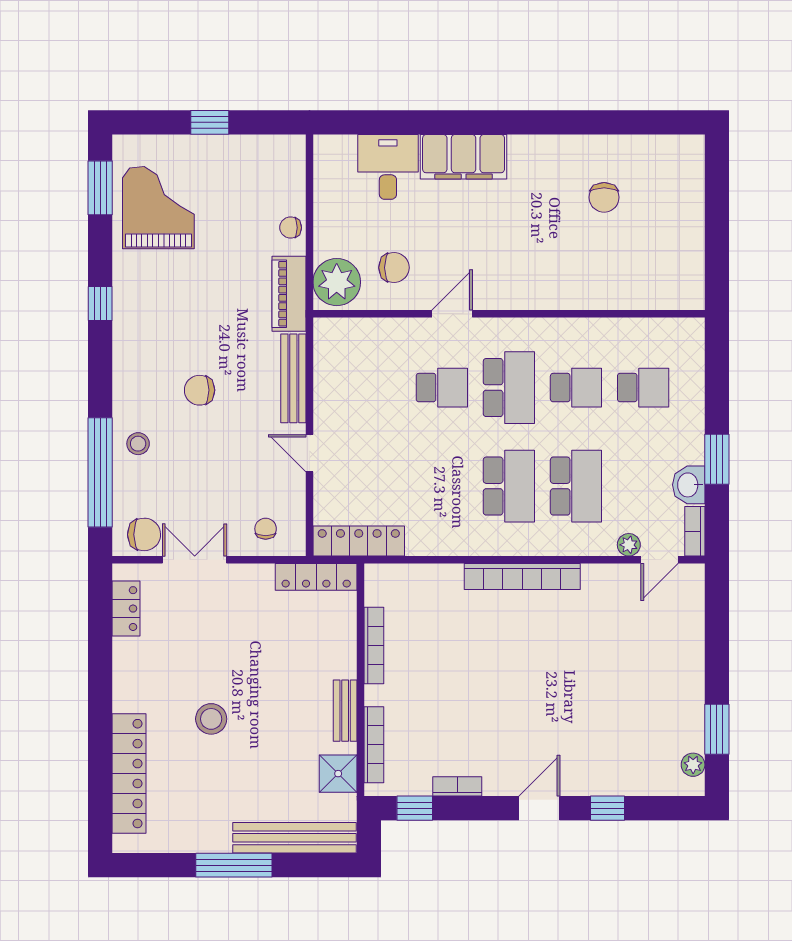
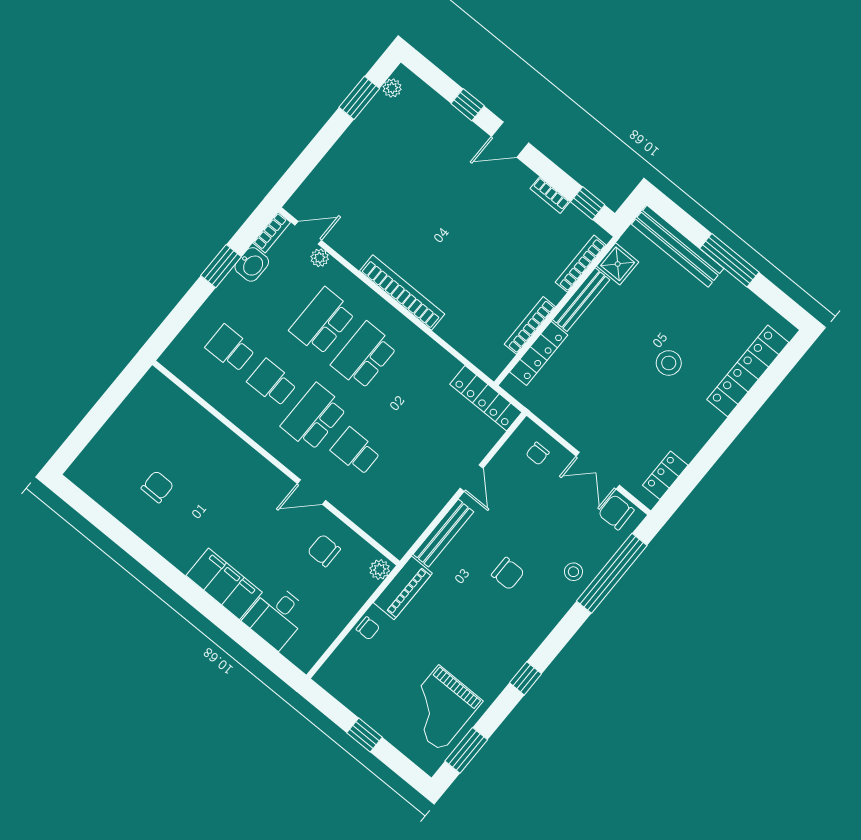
plant: (337, 282) -> (380, 570), width x0.53, depth x0.53
locker: (316, 577) -> (539, 353), moved, turned 90
bench: (345, 711) -> (581, 300), width x1.36

